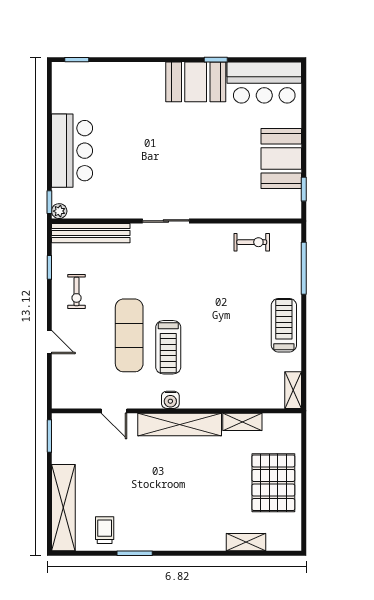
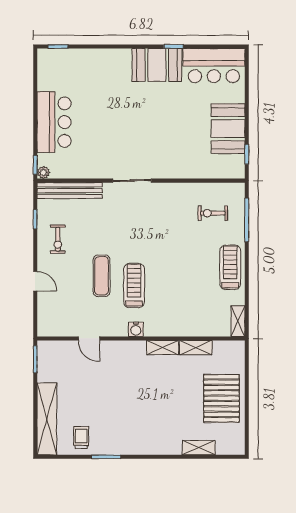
exercise bike: (252, 242) -> (213, 213), moved, turned 180
exercise mat: (129, 335) -> (102, 276), width x0.73, depth x0.69
treadmill: (168, 347) -> (134, 286), turned 180
shelving: (180, 425) -> (163, 347), width x0.45, depth x0.75

